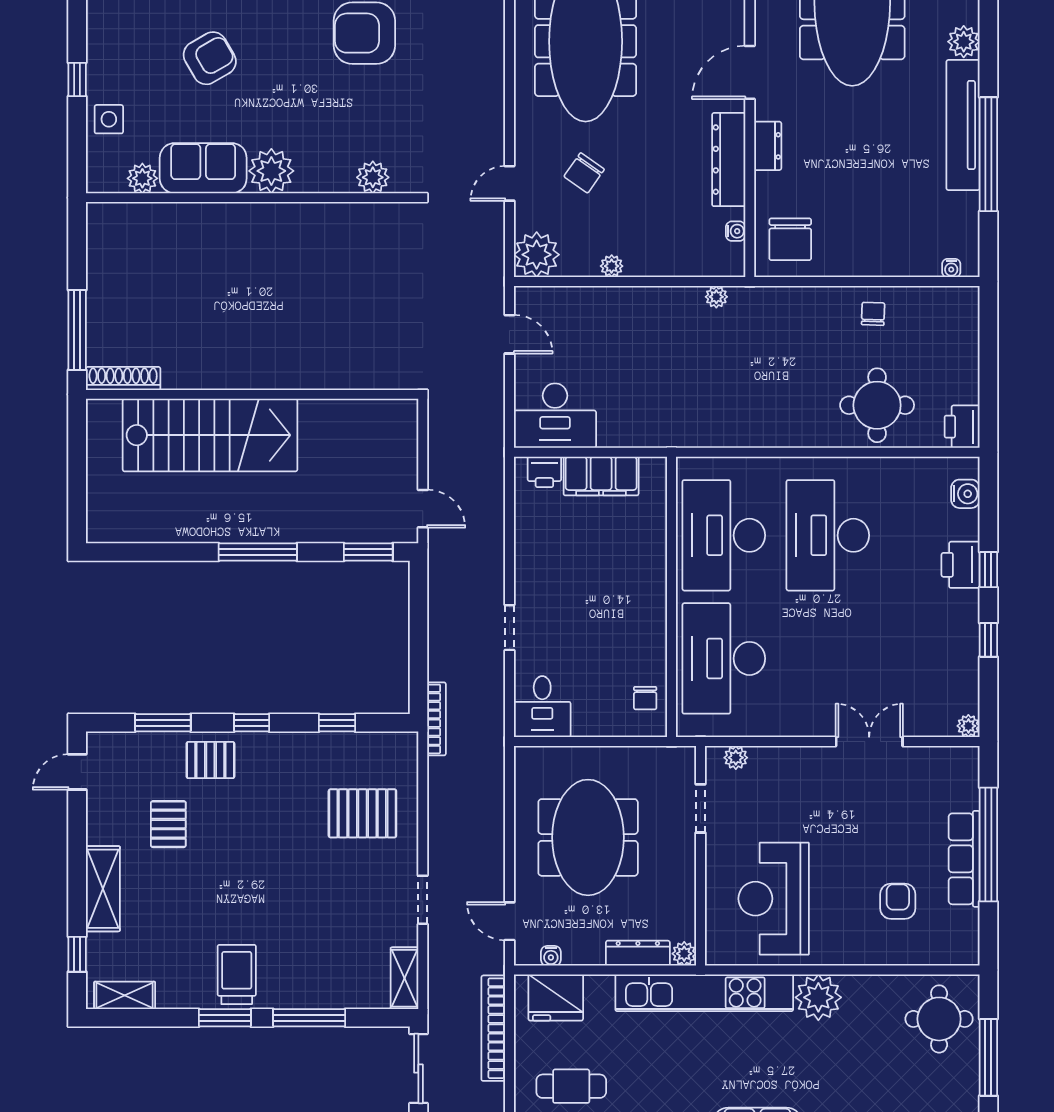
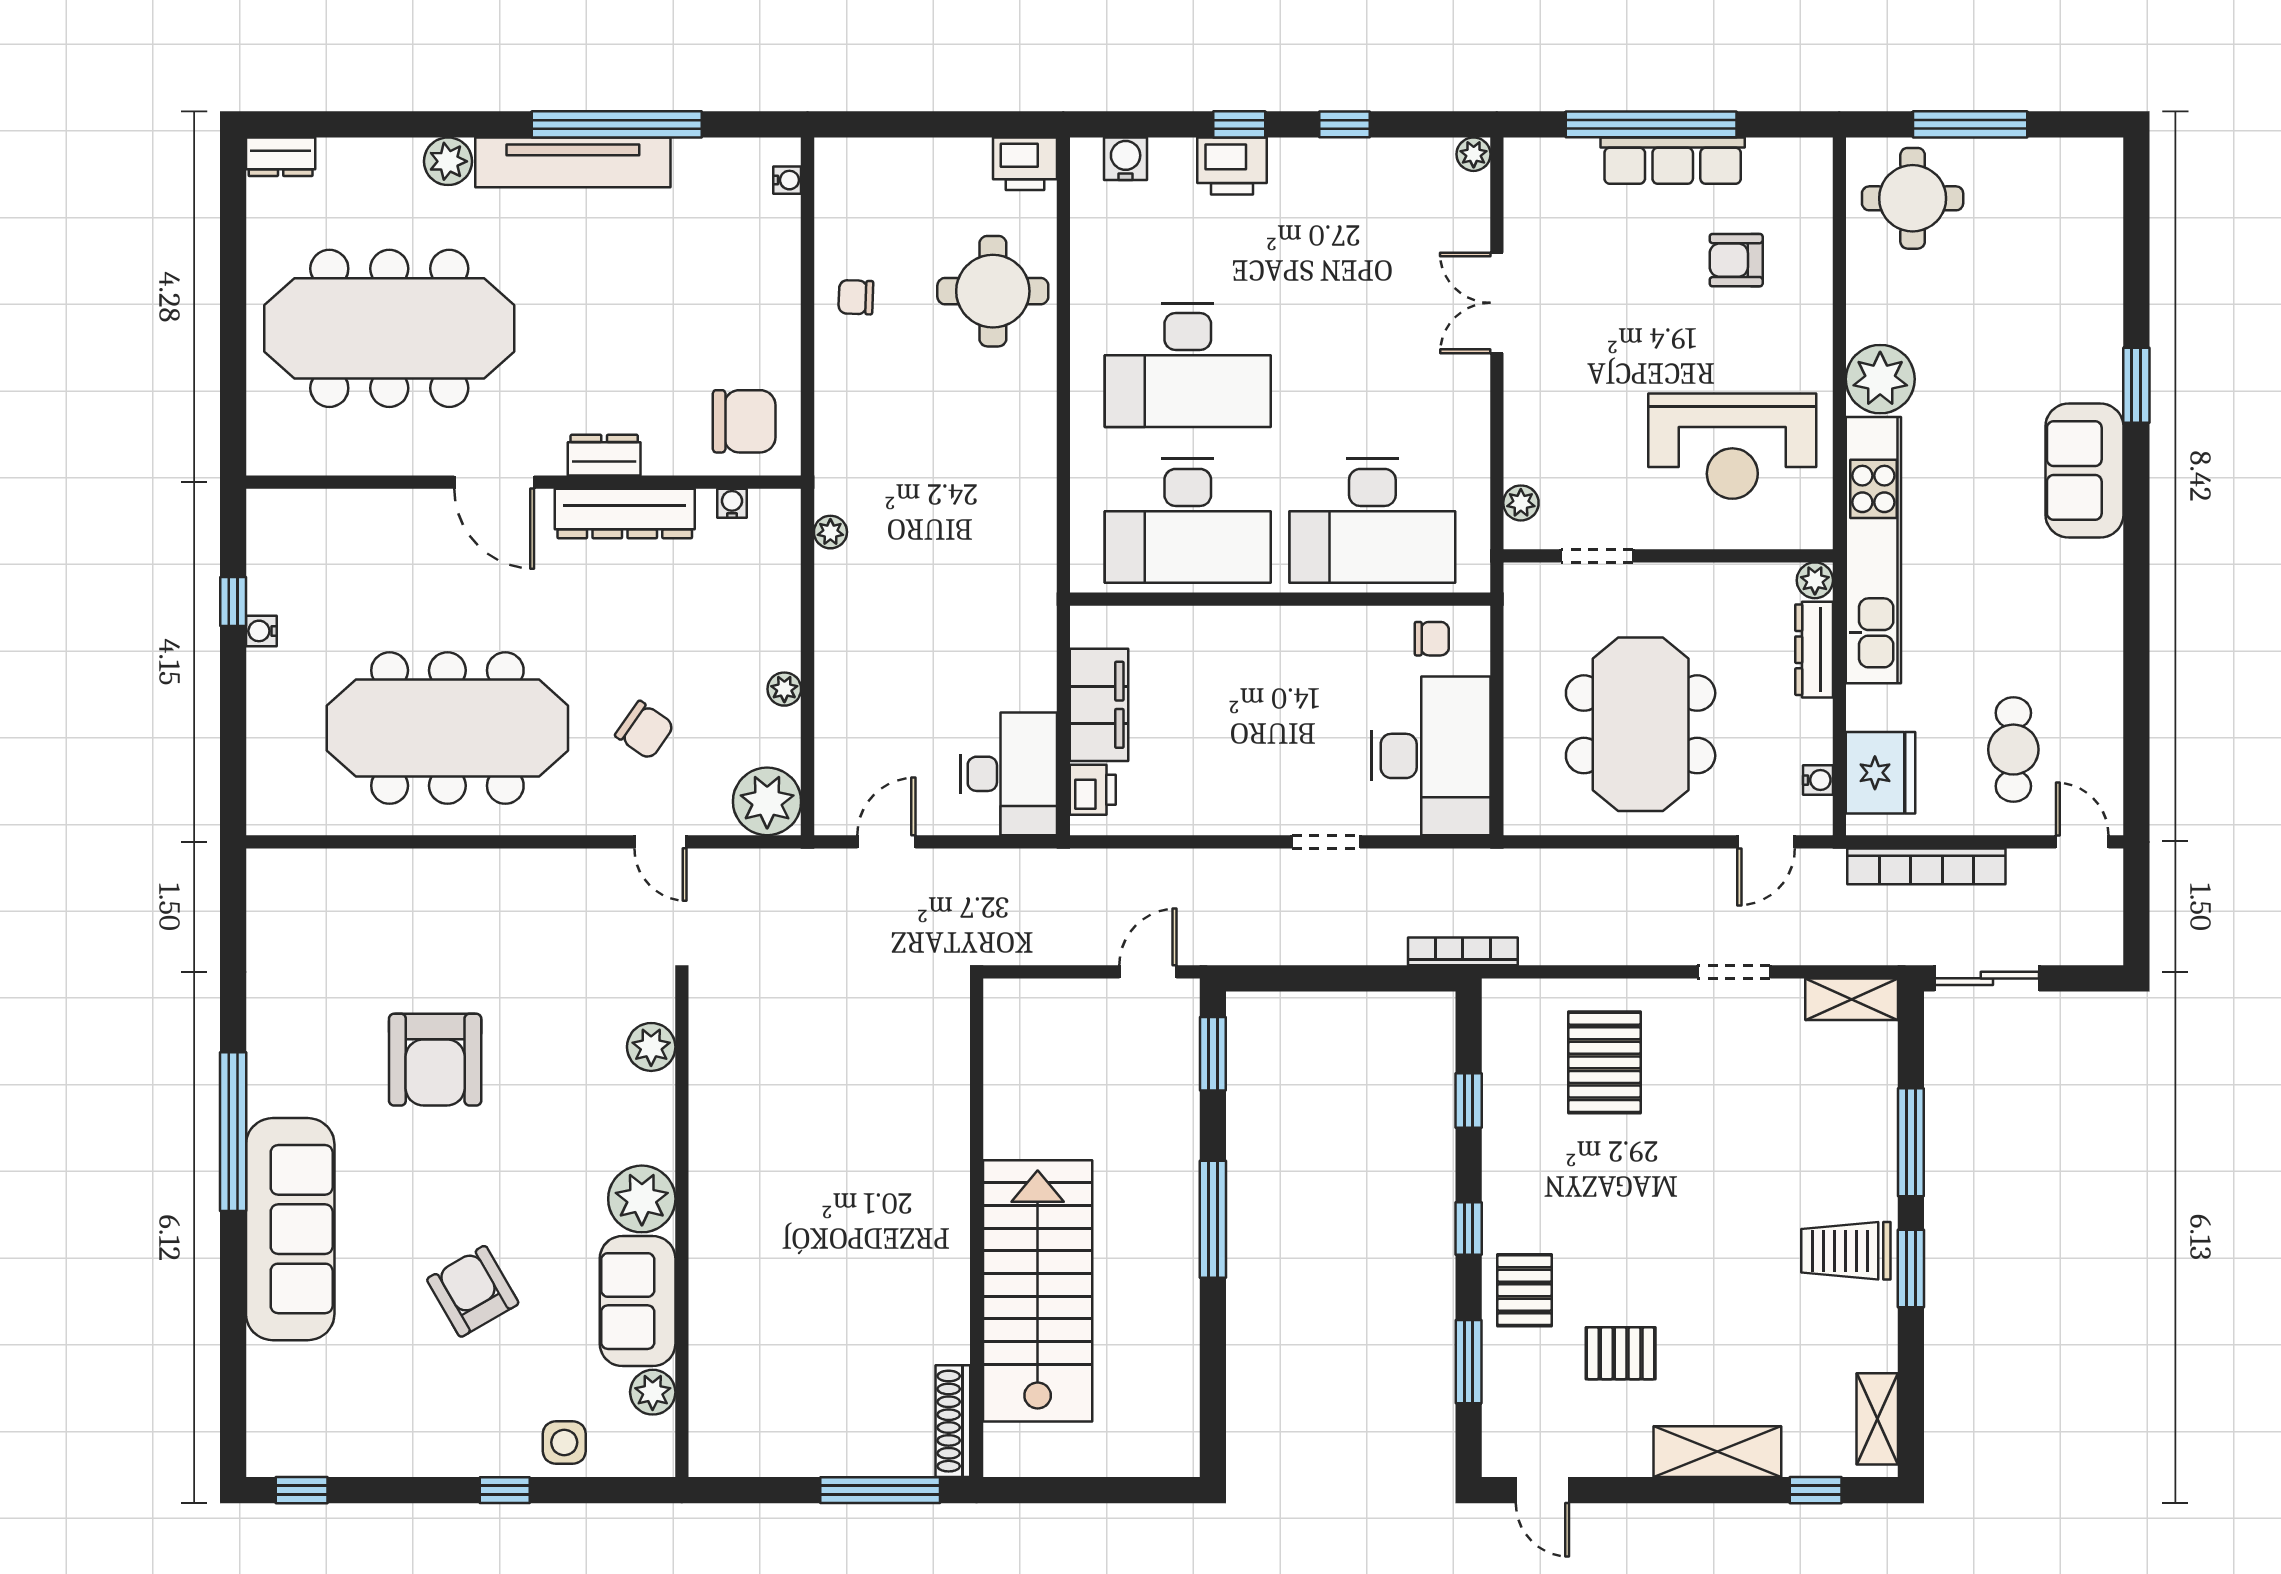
desk: (542, 707) -> (1431, 756), width x1.87, depth x1.30
meeting table: (588, 837) -> (1641, 724), turned 90

